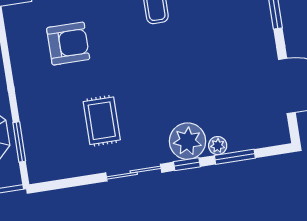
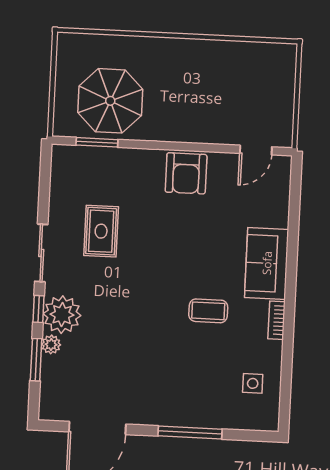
armchair: (68, 44) -> (186, 173), moved
rug: (102, 121) -> (101, 231), turned 90

